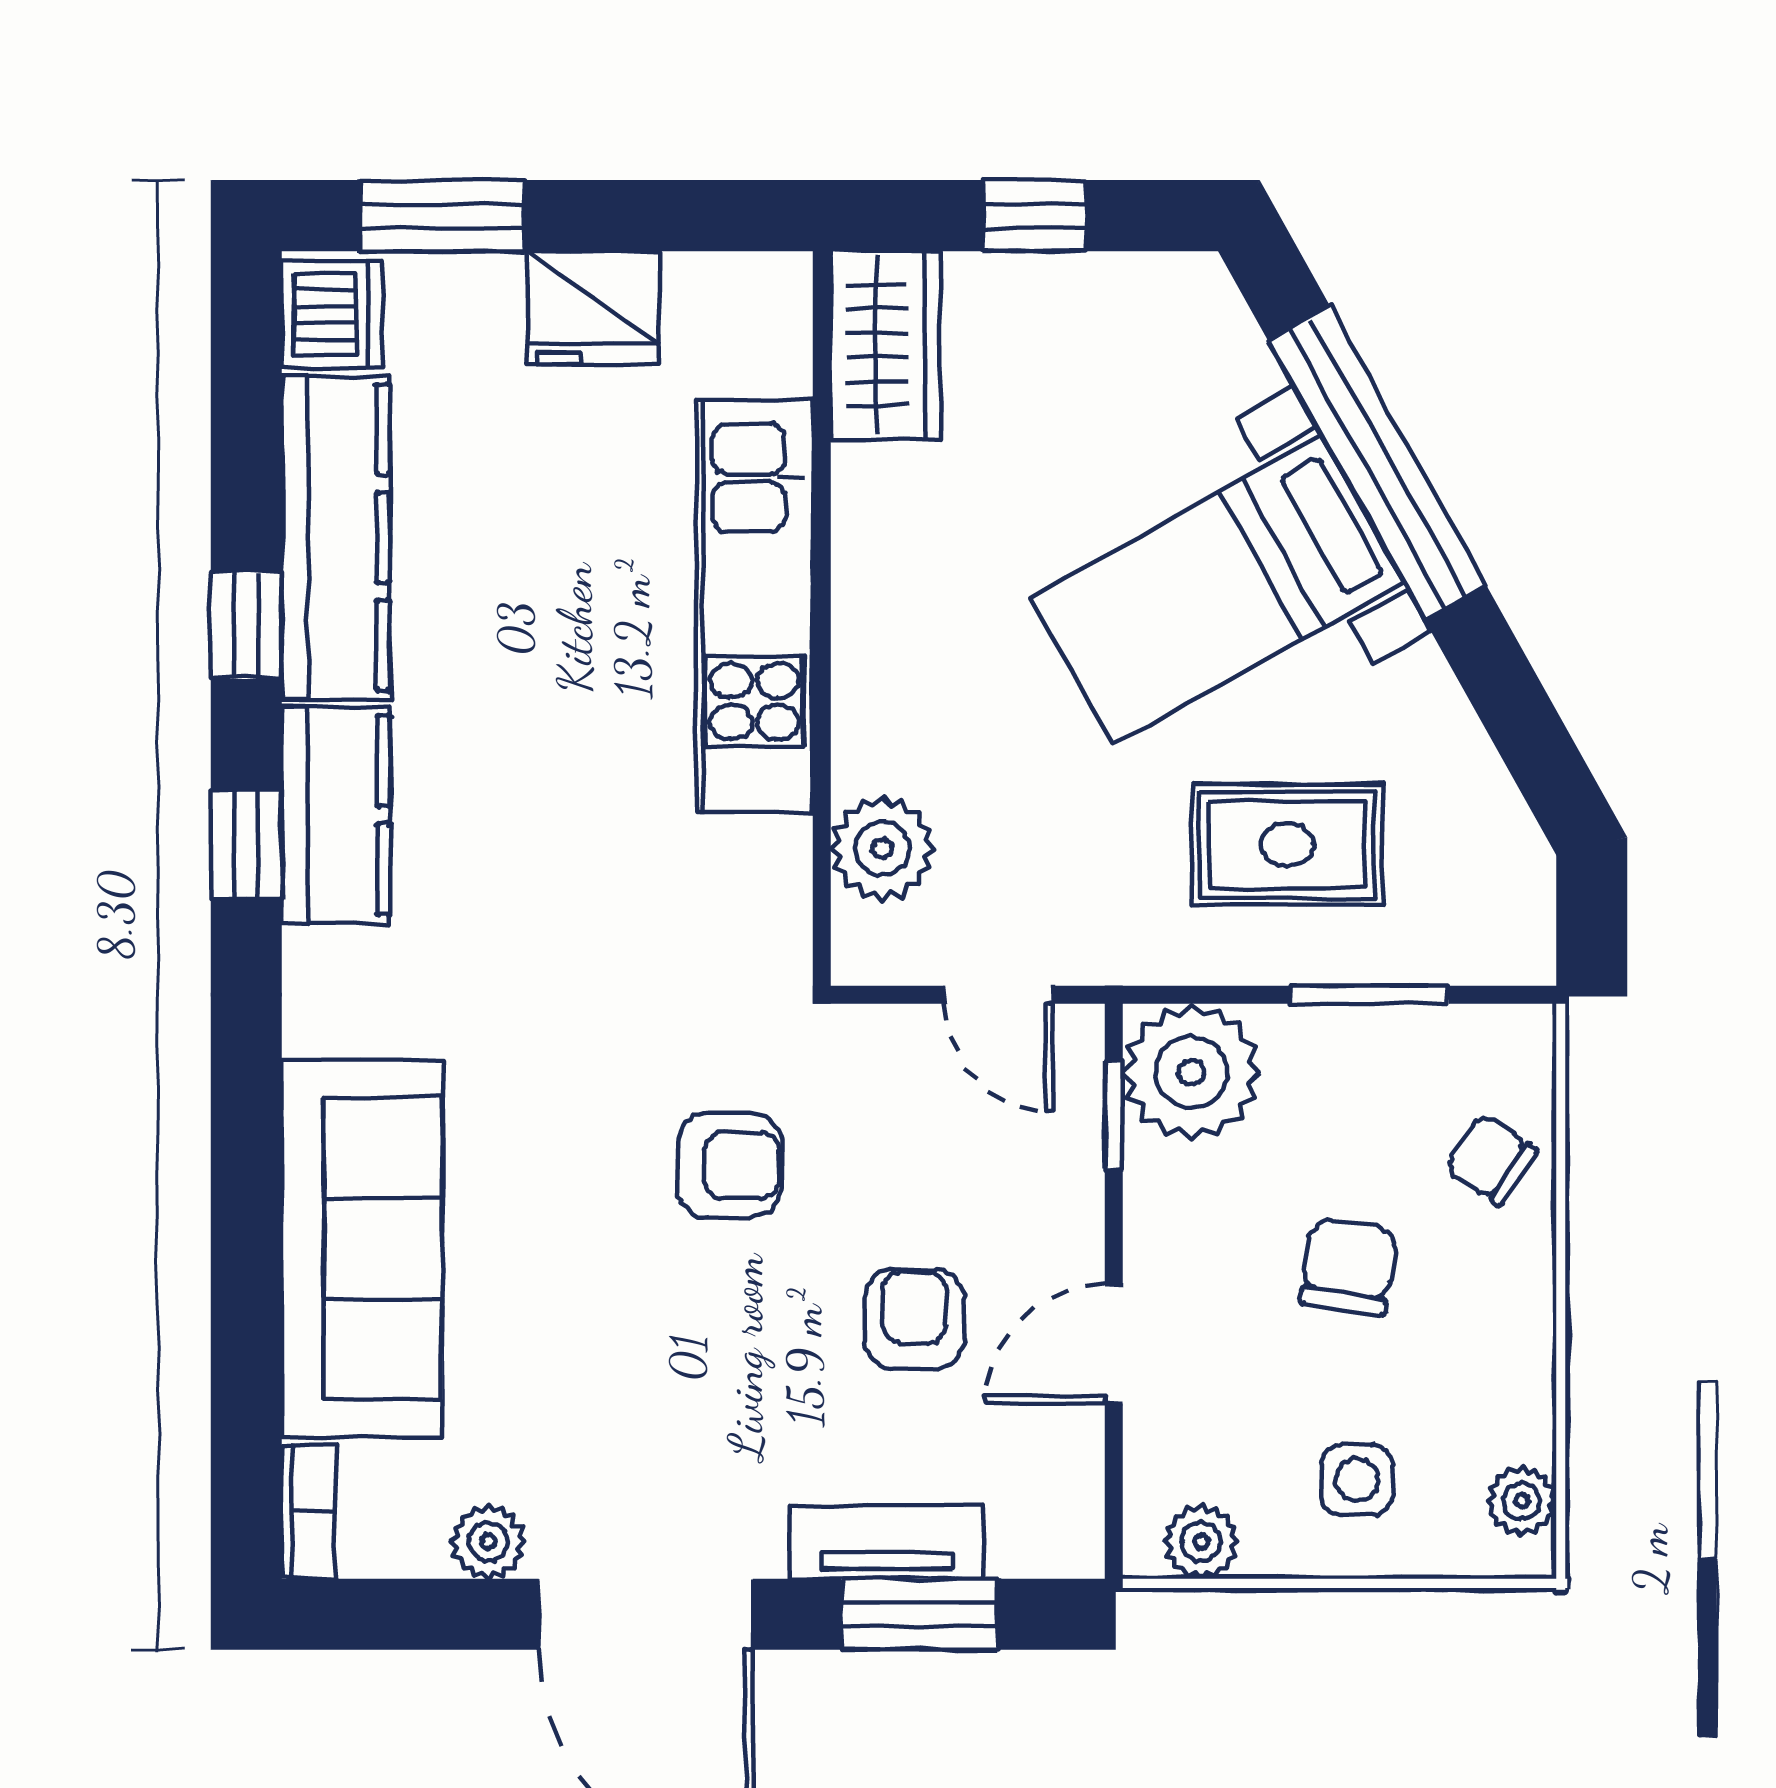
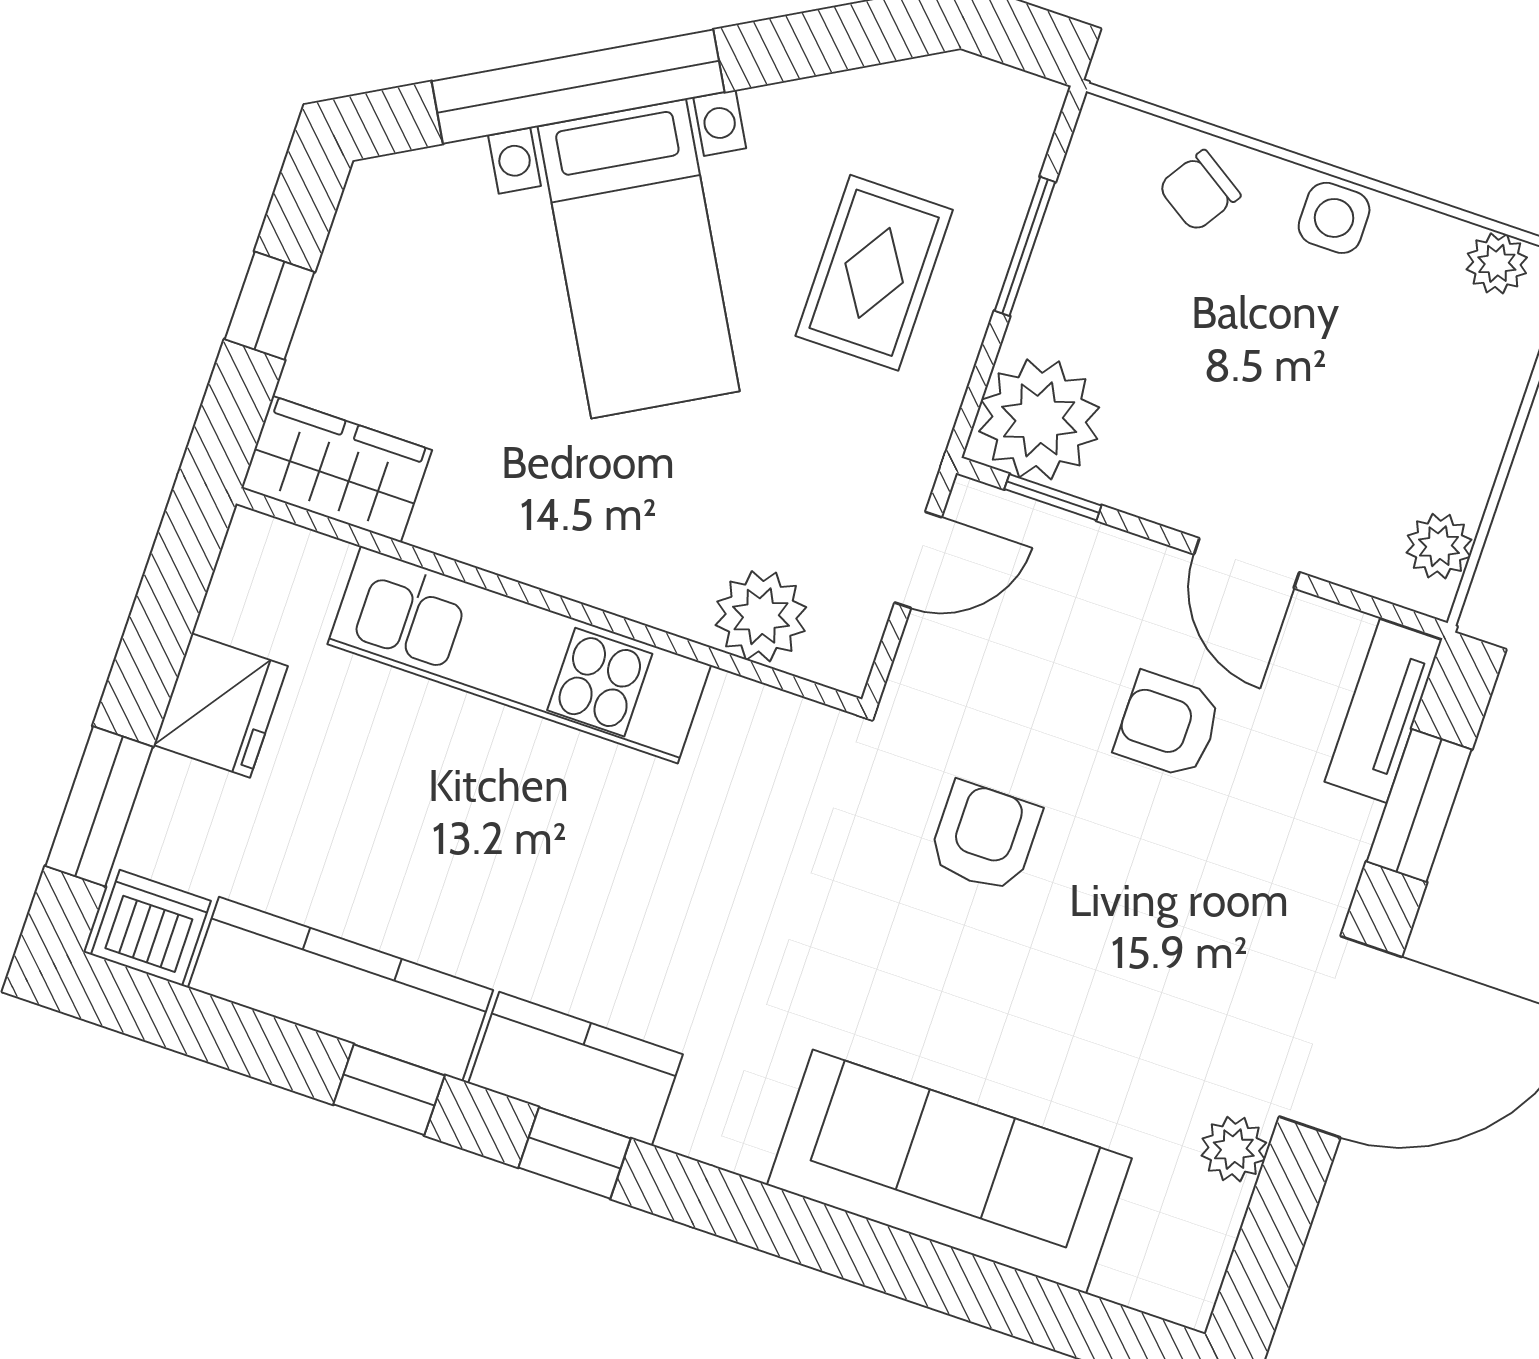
chair: (1349, 1267) -> (1249, 343), removed
side table: (1357, 1480) -> (1334, 218), moved
bookcase: (309, 1512) -> (1157, 1292), removed
tv unit: (887, 1542) -> (1383, 711), moved

